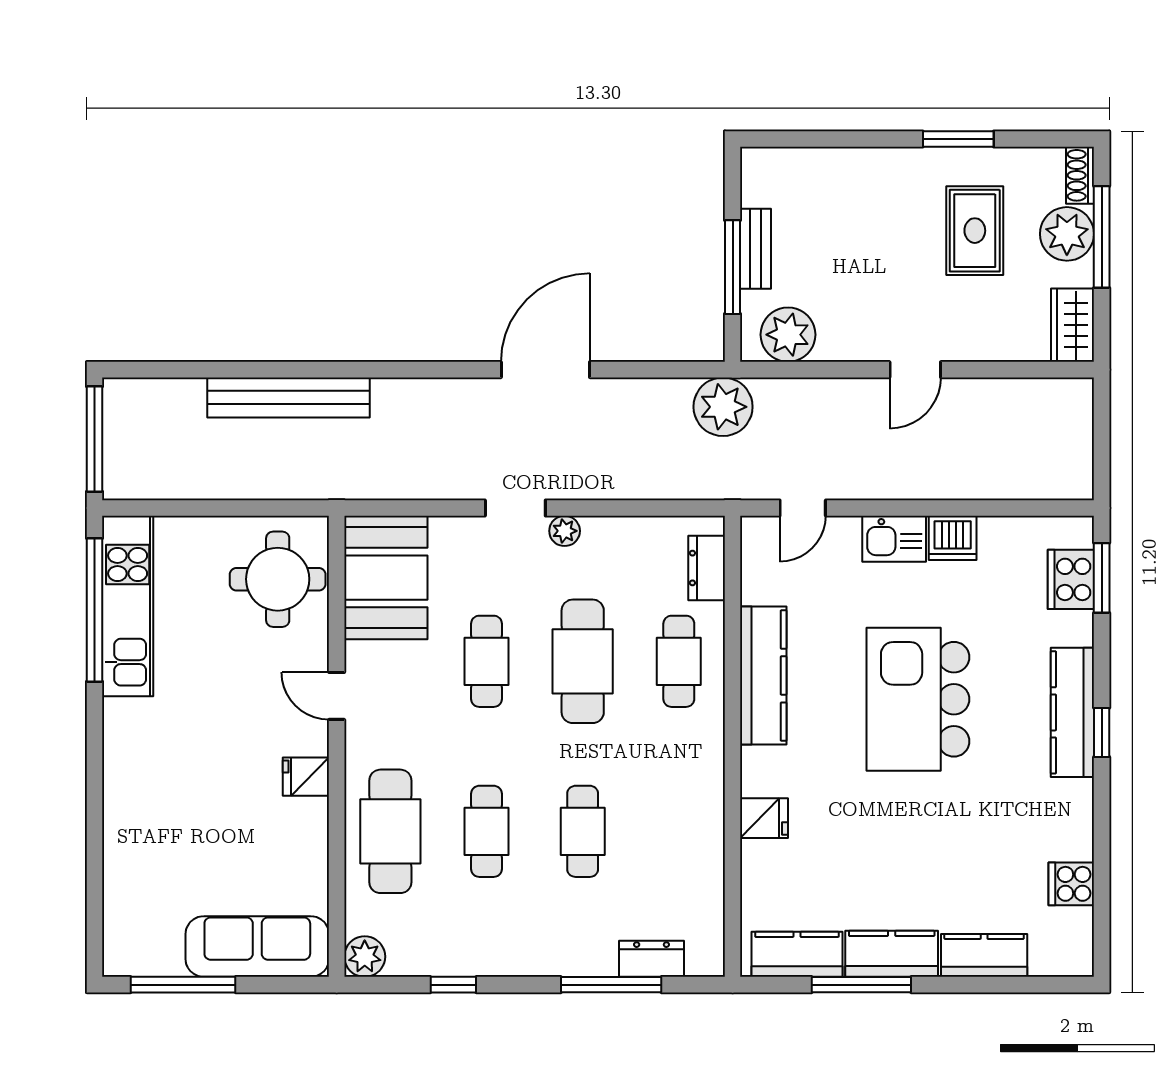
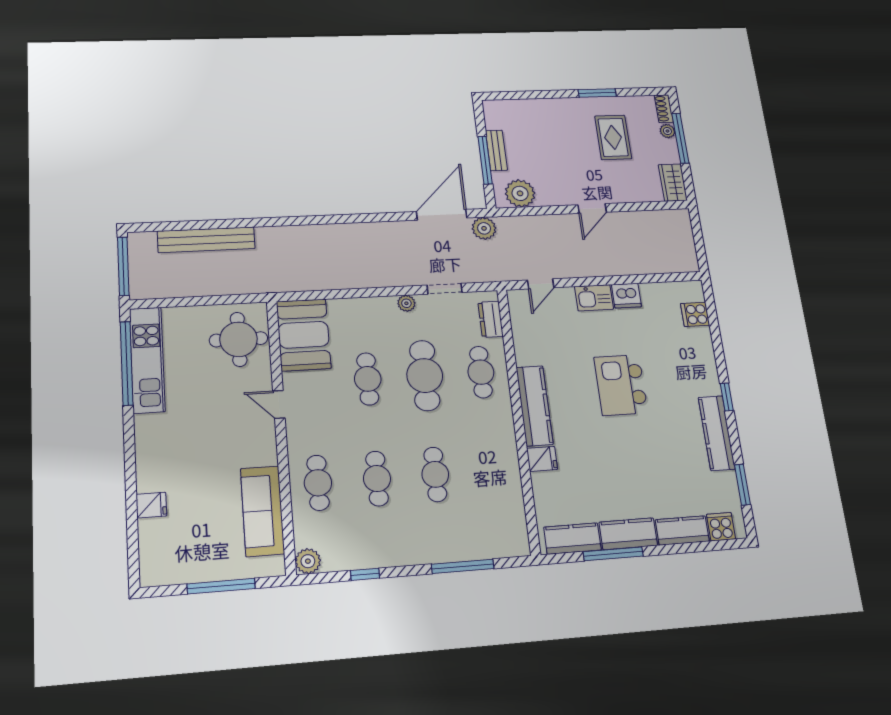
plant: (1067, 234) -> (667, 131), width x0.53, depth x0.53
door: (545, 370) -> (442, 215), moved
bench: (289, 397) -> (206, 240), moved
plant: (723, 407) -> (484, 228), width x0.73, depth x0.73
doorway: (515, 508) -> (445, 289), moved
window: (1102, 578) -> (742, 485), moved
cooker: (1071, 579) -> (695, 314), width x0.73
kitchen counter: (763, 676) -> (535, 406), moved
kitchen island: (918, 699) -> (621, 385), width x0.73, depth x0.78
kitchen counter: (1072, 712) -> (717, 433), moved
fridge: (306, 777) -> (151, 505), moved, turned 180
cafe table: (390, 831) -> (318, 483), width x0.73, depth x0.74
cooker: (1071, 884) -> (721, 527), moved, turned 90
sofa: (257, 947) -> (262, 511), moved, turned -90
dresser: (652, 959) -> (485, 548), removed
window: (183, 985) -> (221, 586), moved

